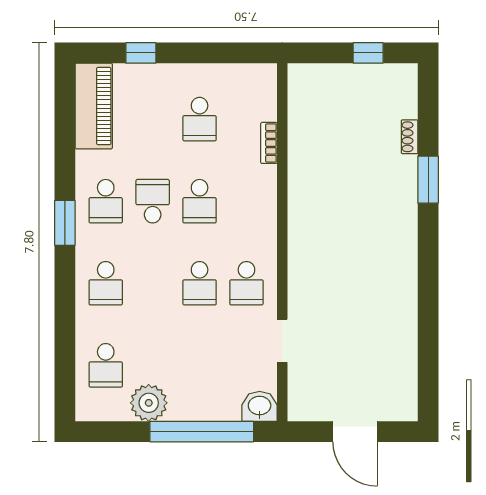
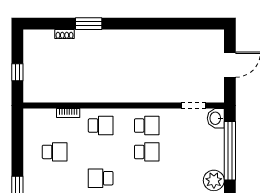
window: (368, 53) -> (17, 72), moved
school desk: (200, 201) -> (101, 126), moved
doorway: (282, 341) -> (193, 105), moved

